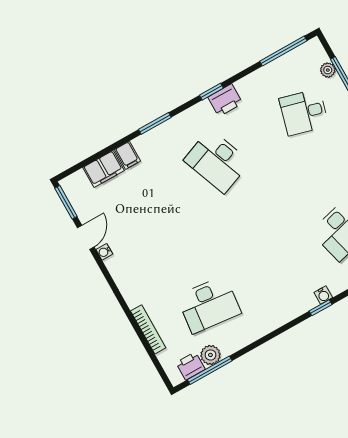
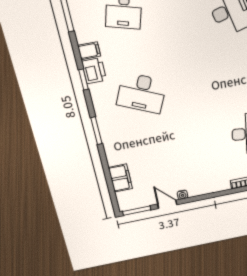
filing cabinet: (127, 155) -> (89, 51), moved
desk: (217, 161) -> (142, 93), turned 45

